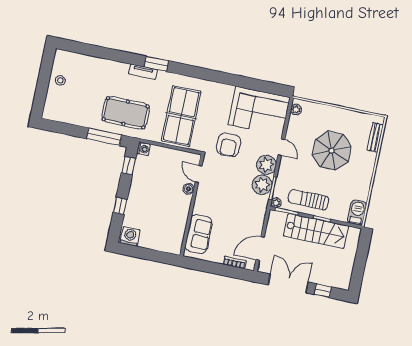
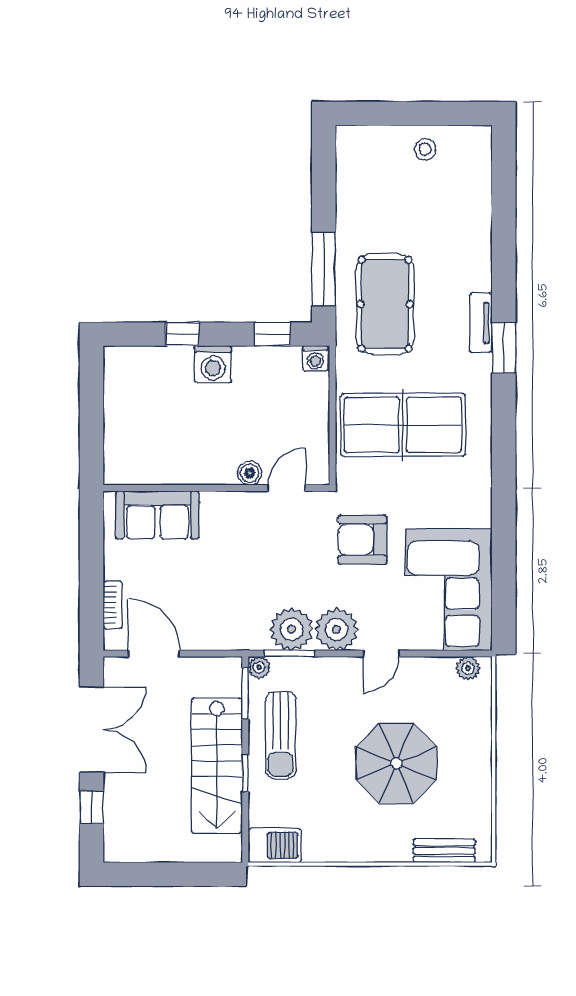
sun lounger: (308, 200) -> (281, 735), turned 180
washing machine: (130, 236) -> (213, 364), moved, turned 90

